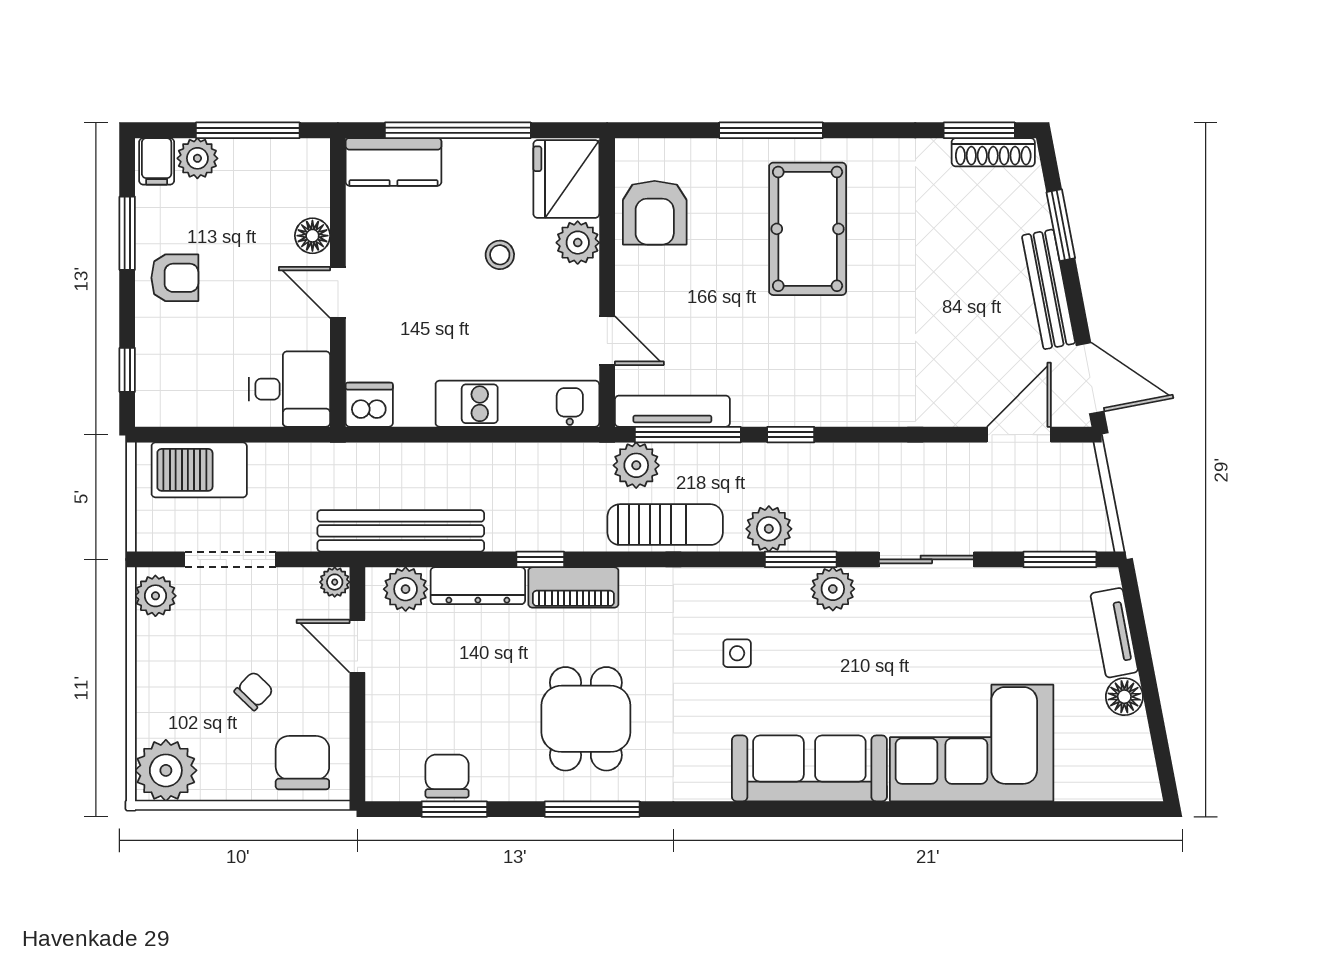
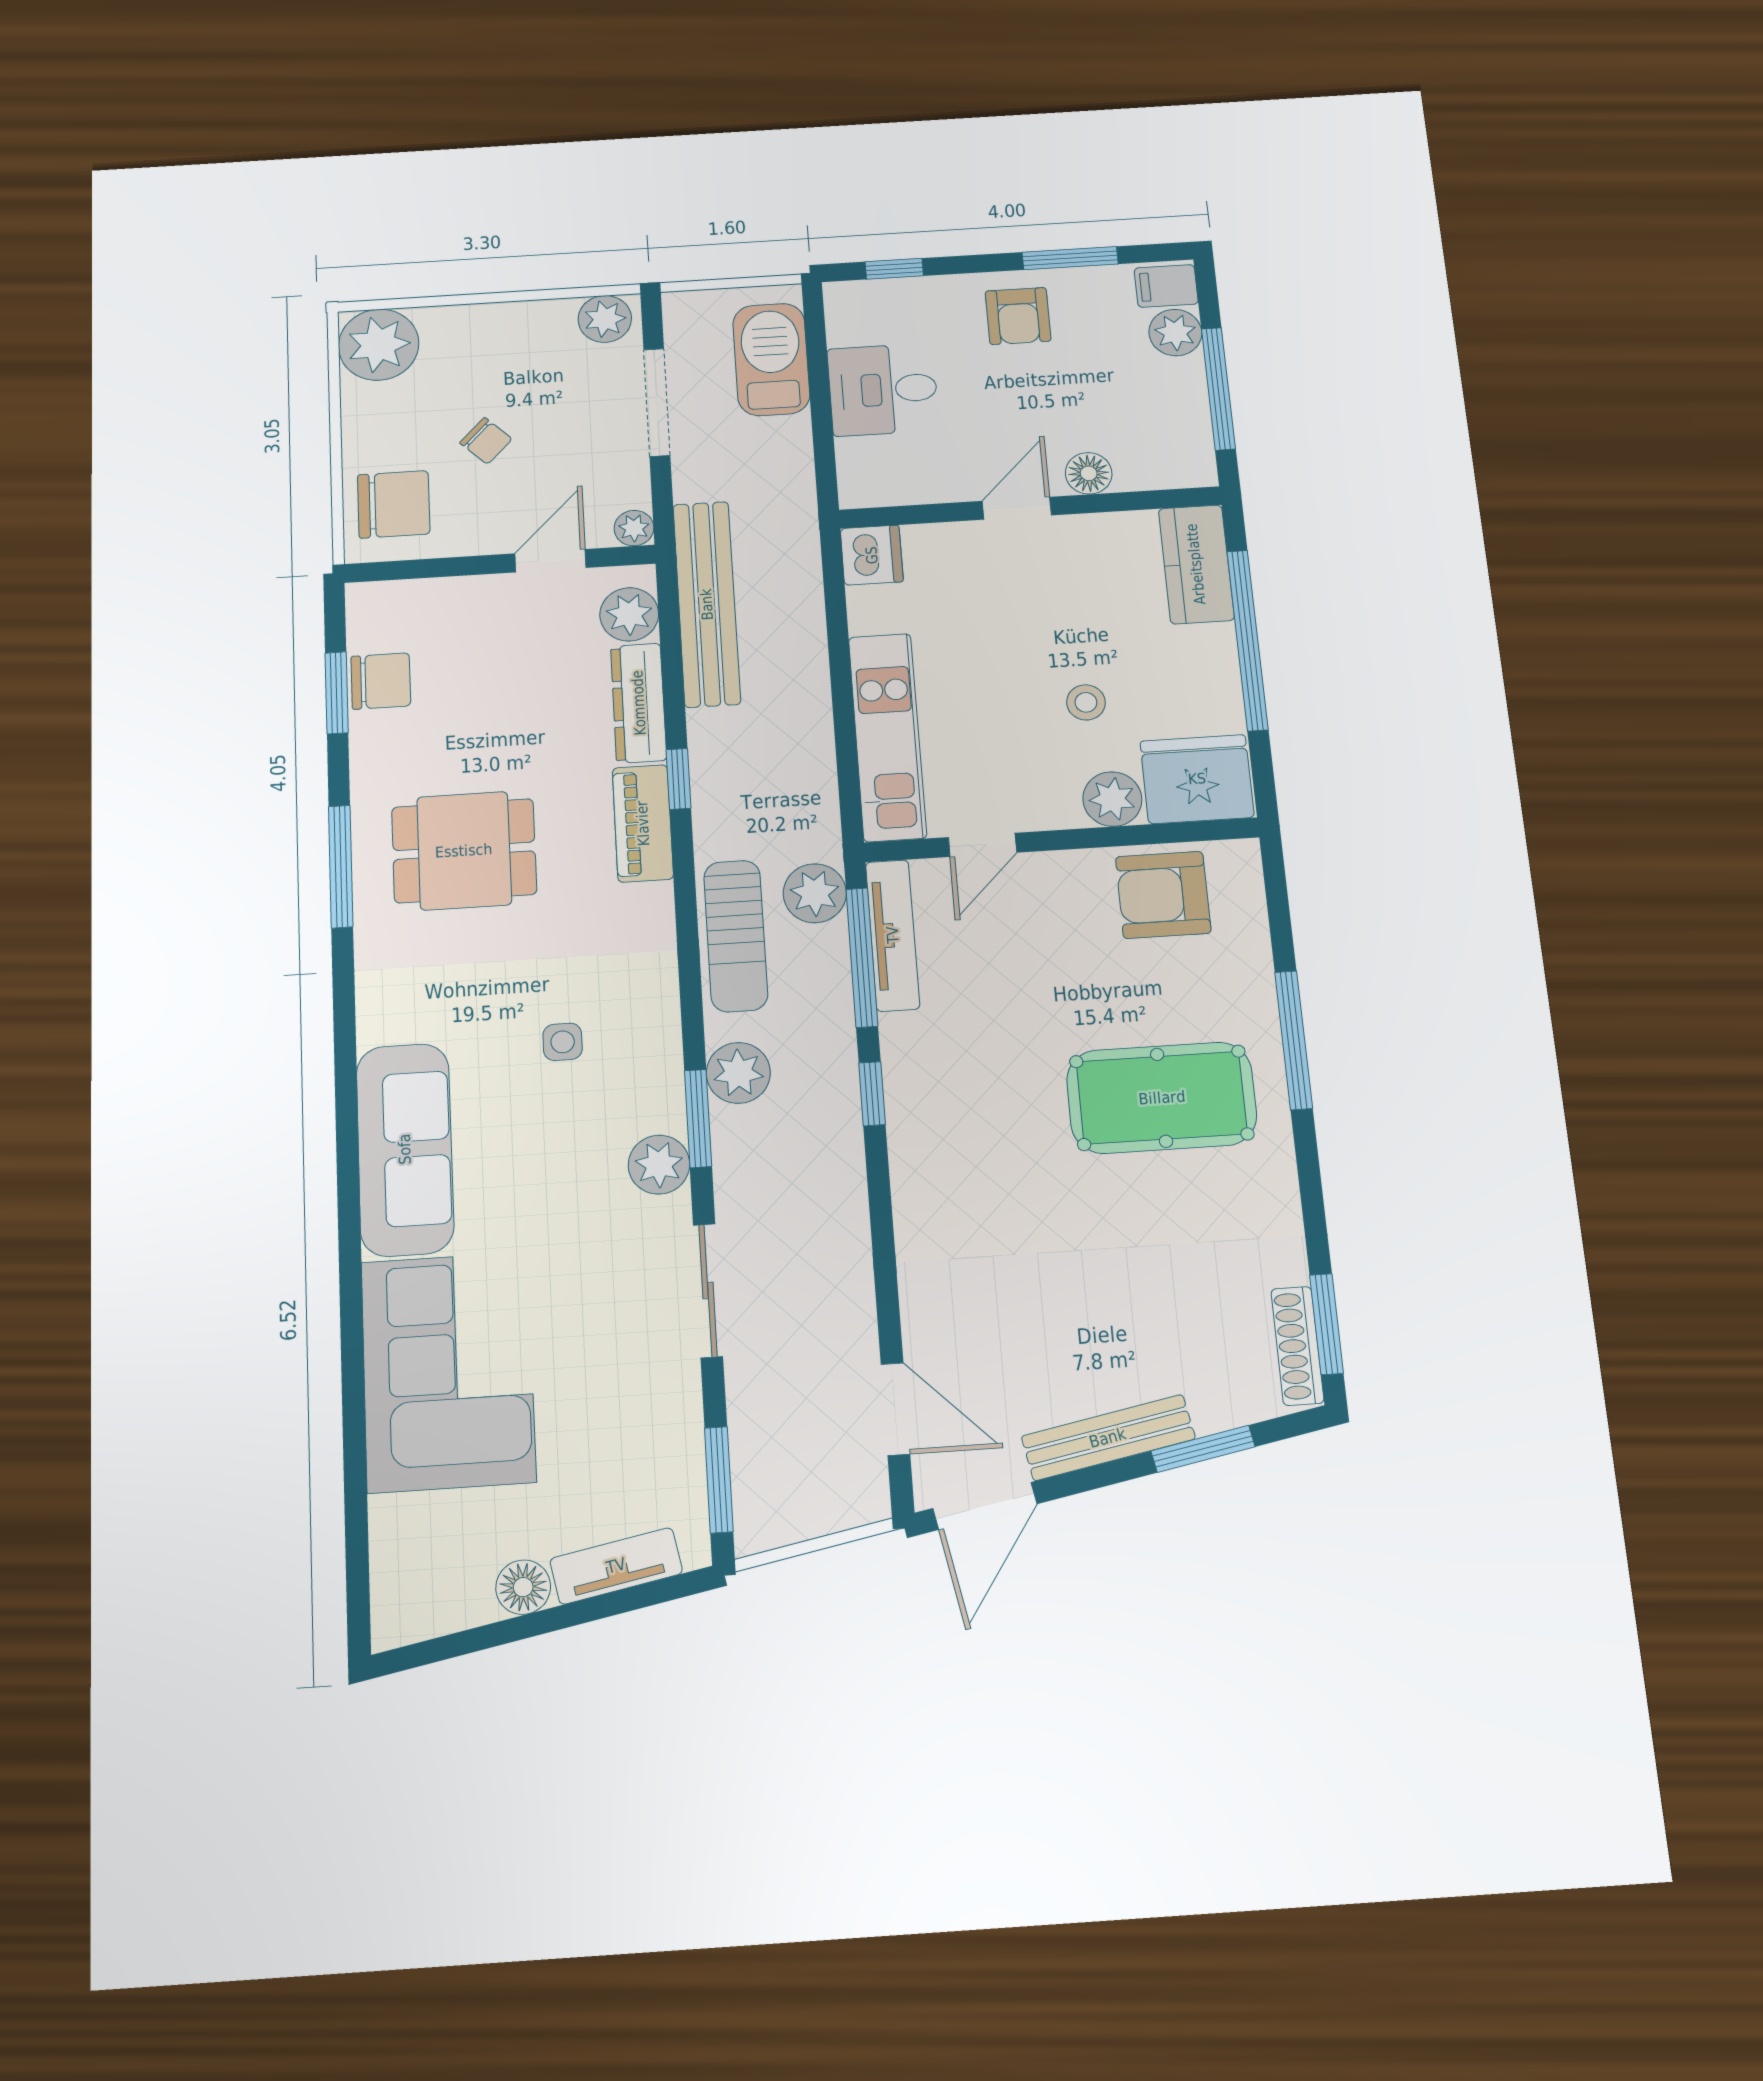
desk: (289, 389) -> (883, 390), moved, turned 90

